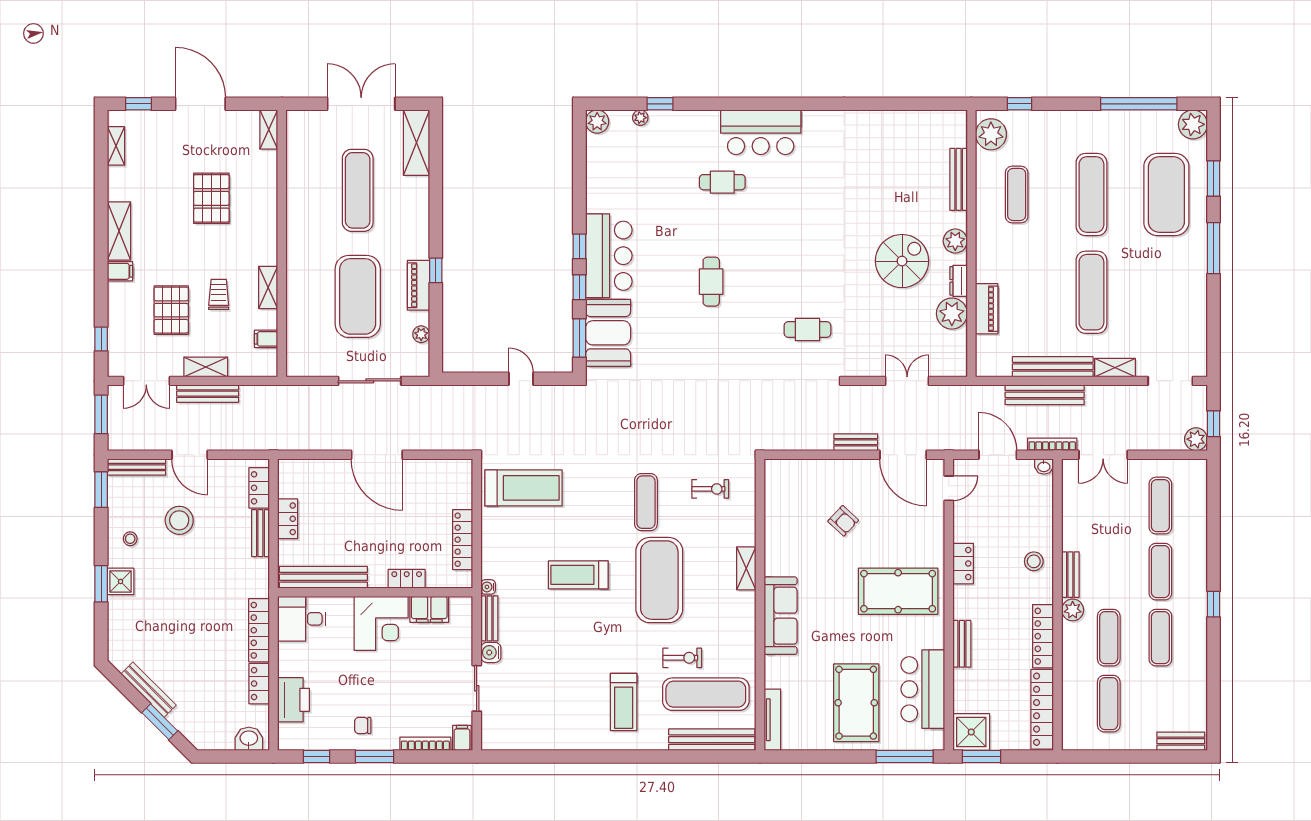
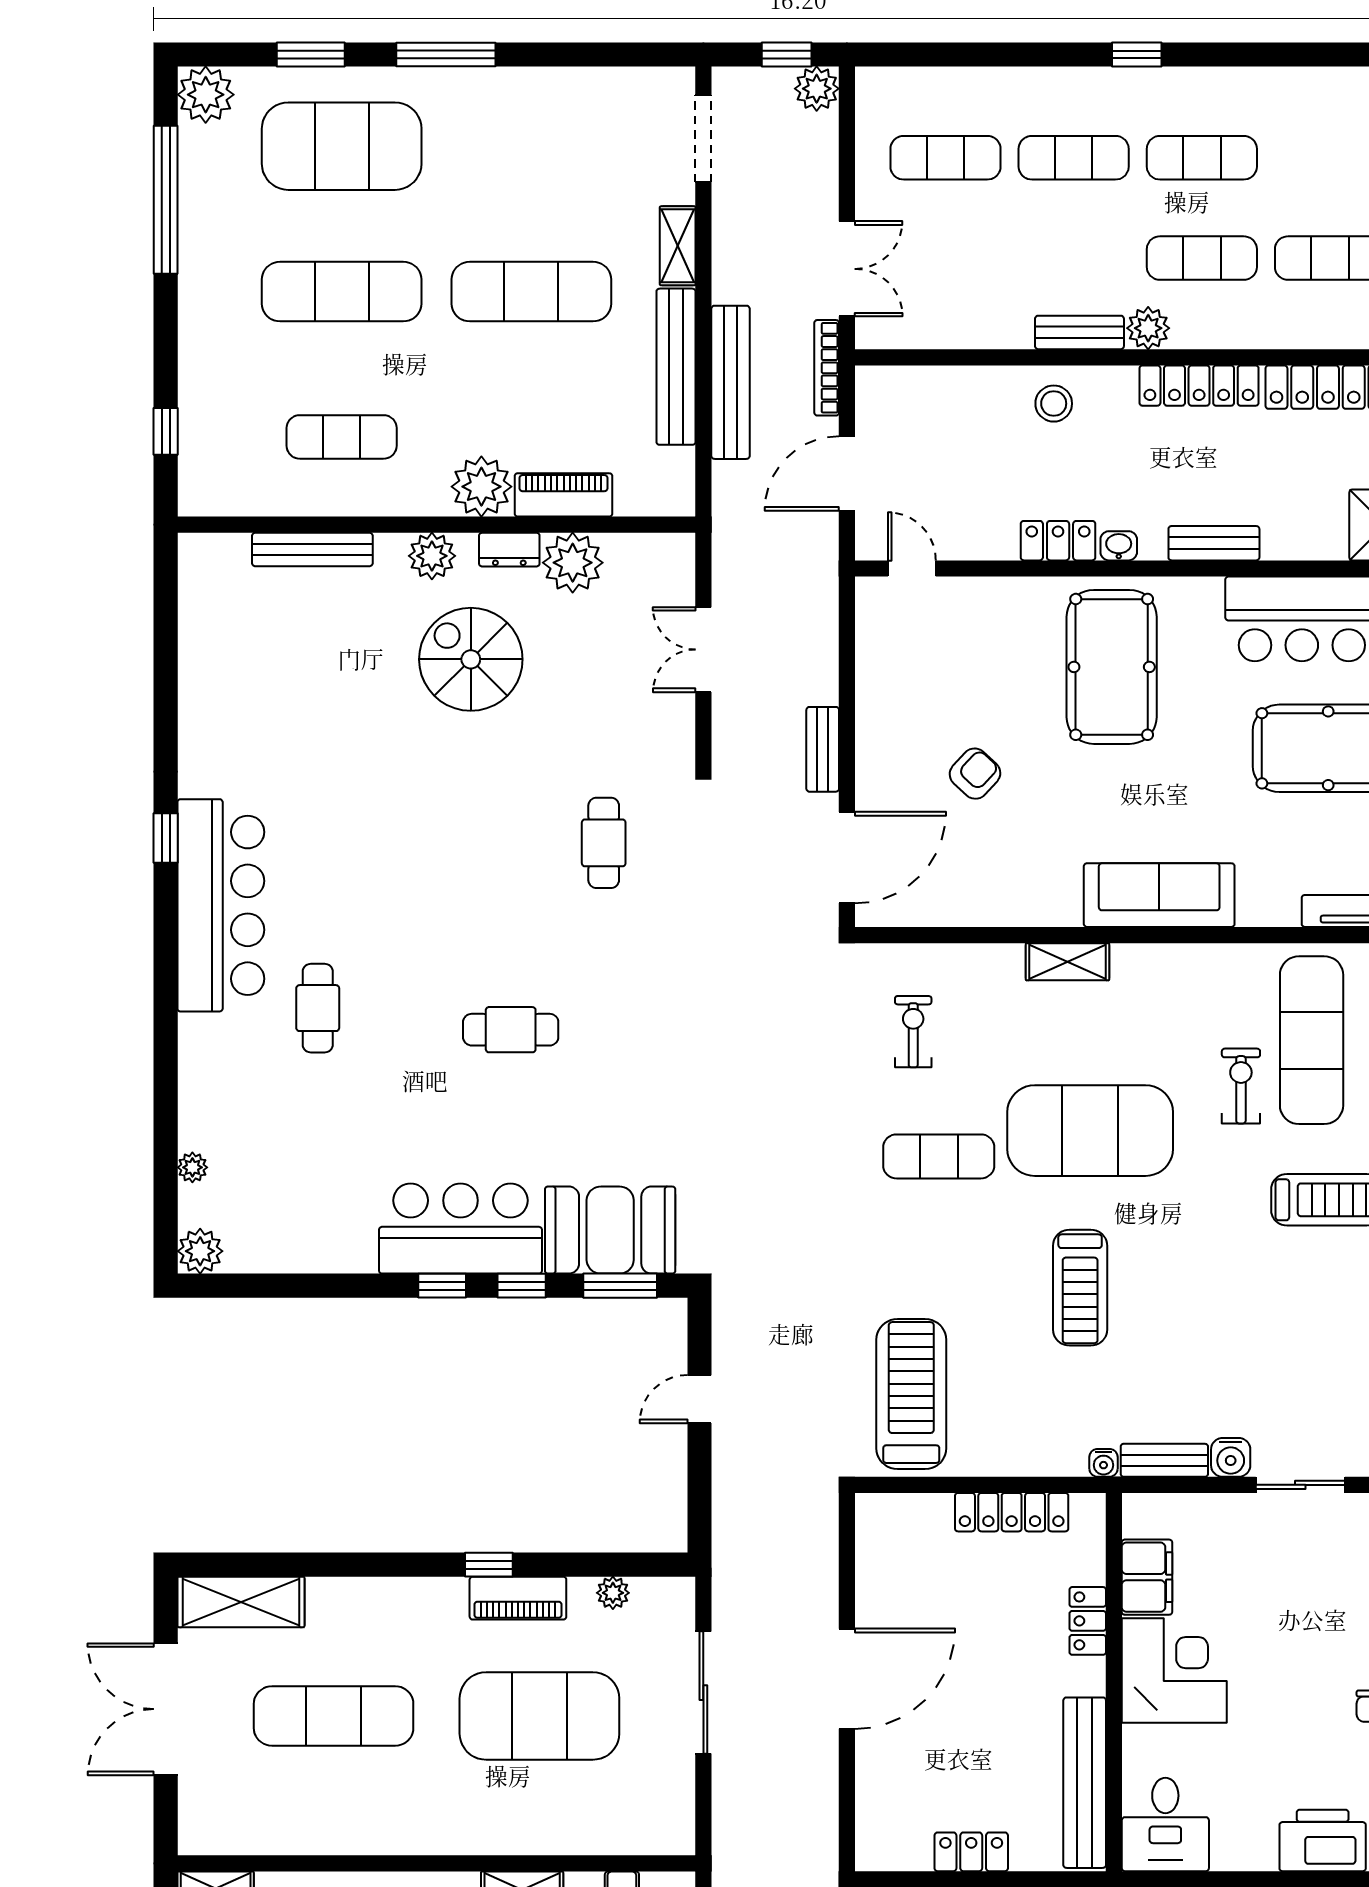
window: (660, 104) -> (166, 838), moved
bar counter: (761, 132) -> (221, 905), width x1.36
plant: (991, 134) -> (481, 487), moved
door: (903, 455) -> (847, 858), moved
washbasin: (1044, 466) -> (1119, 546), moved, turned -90

